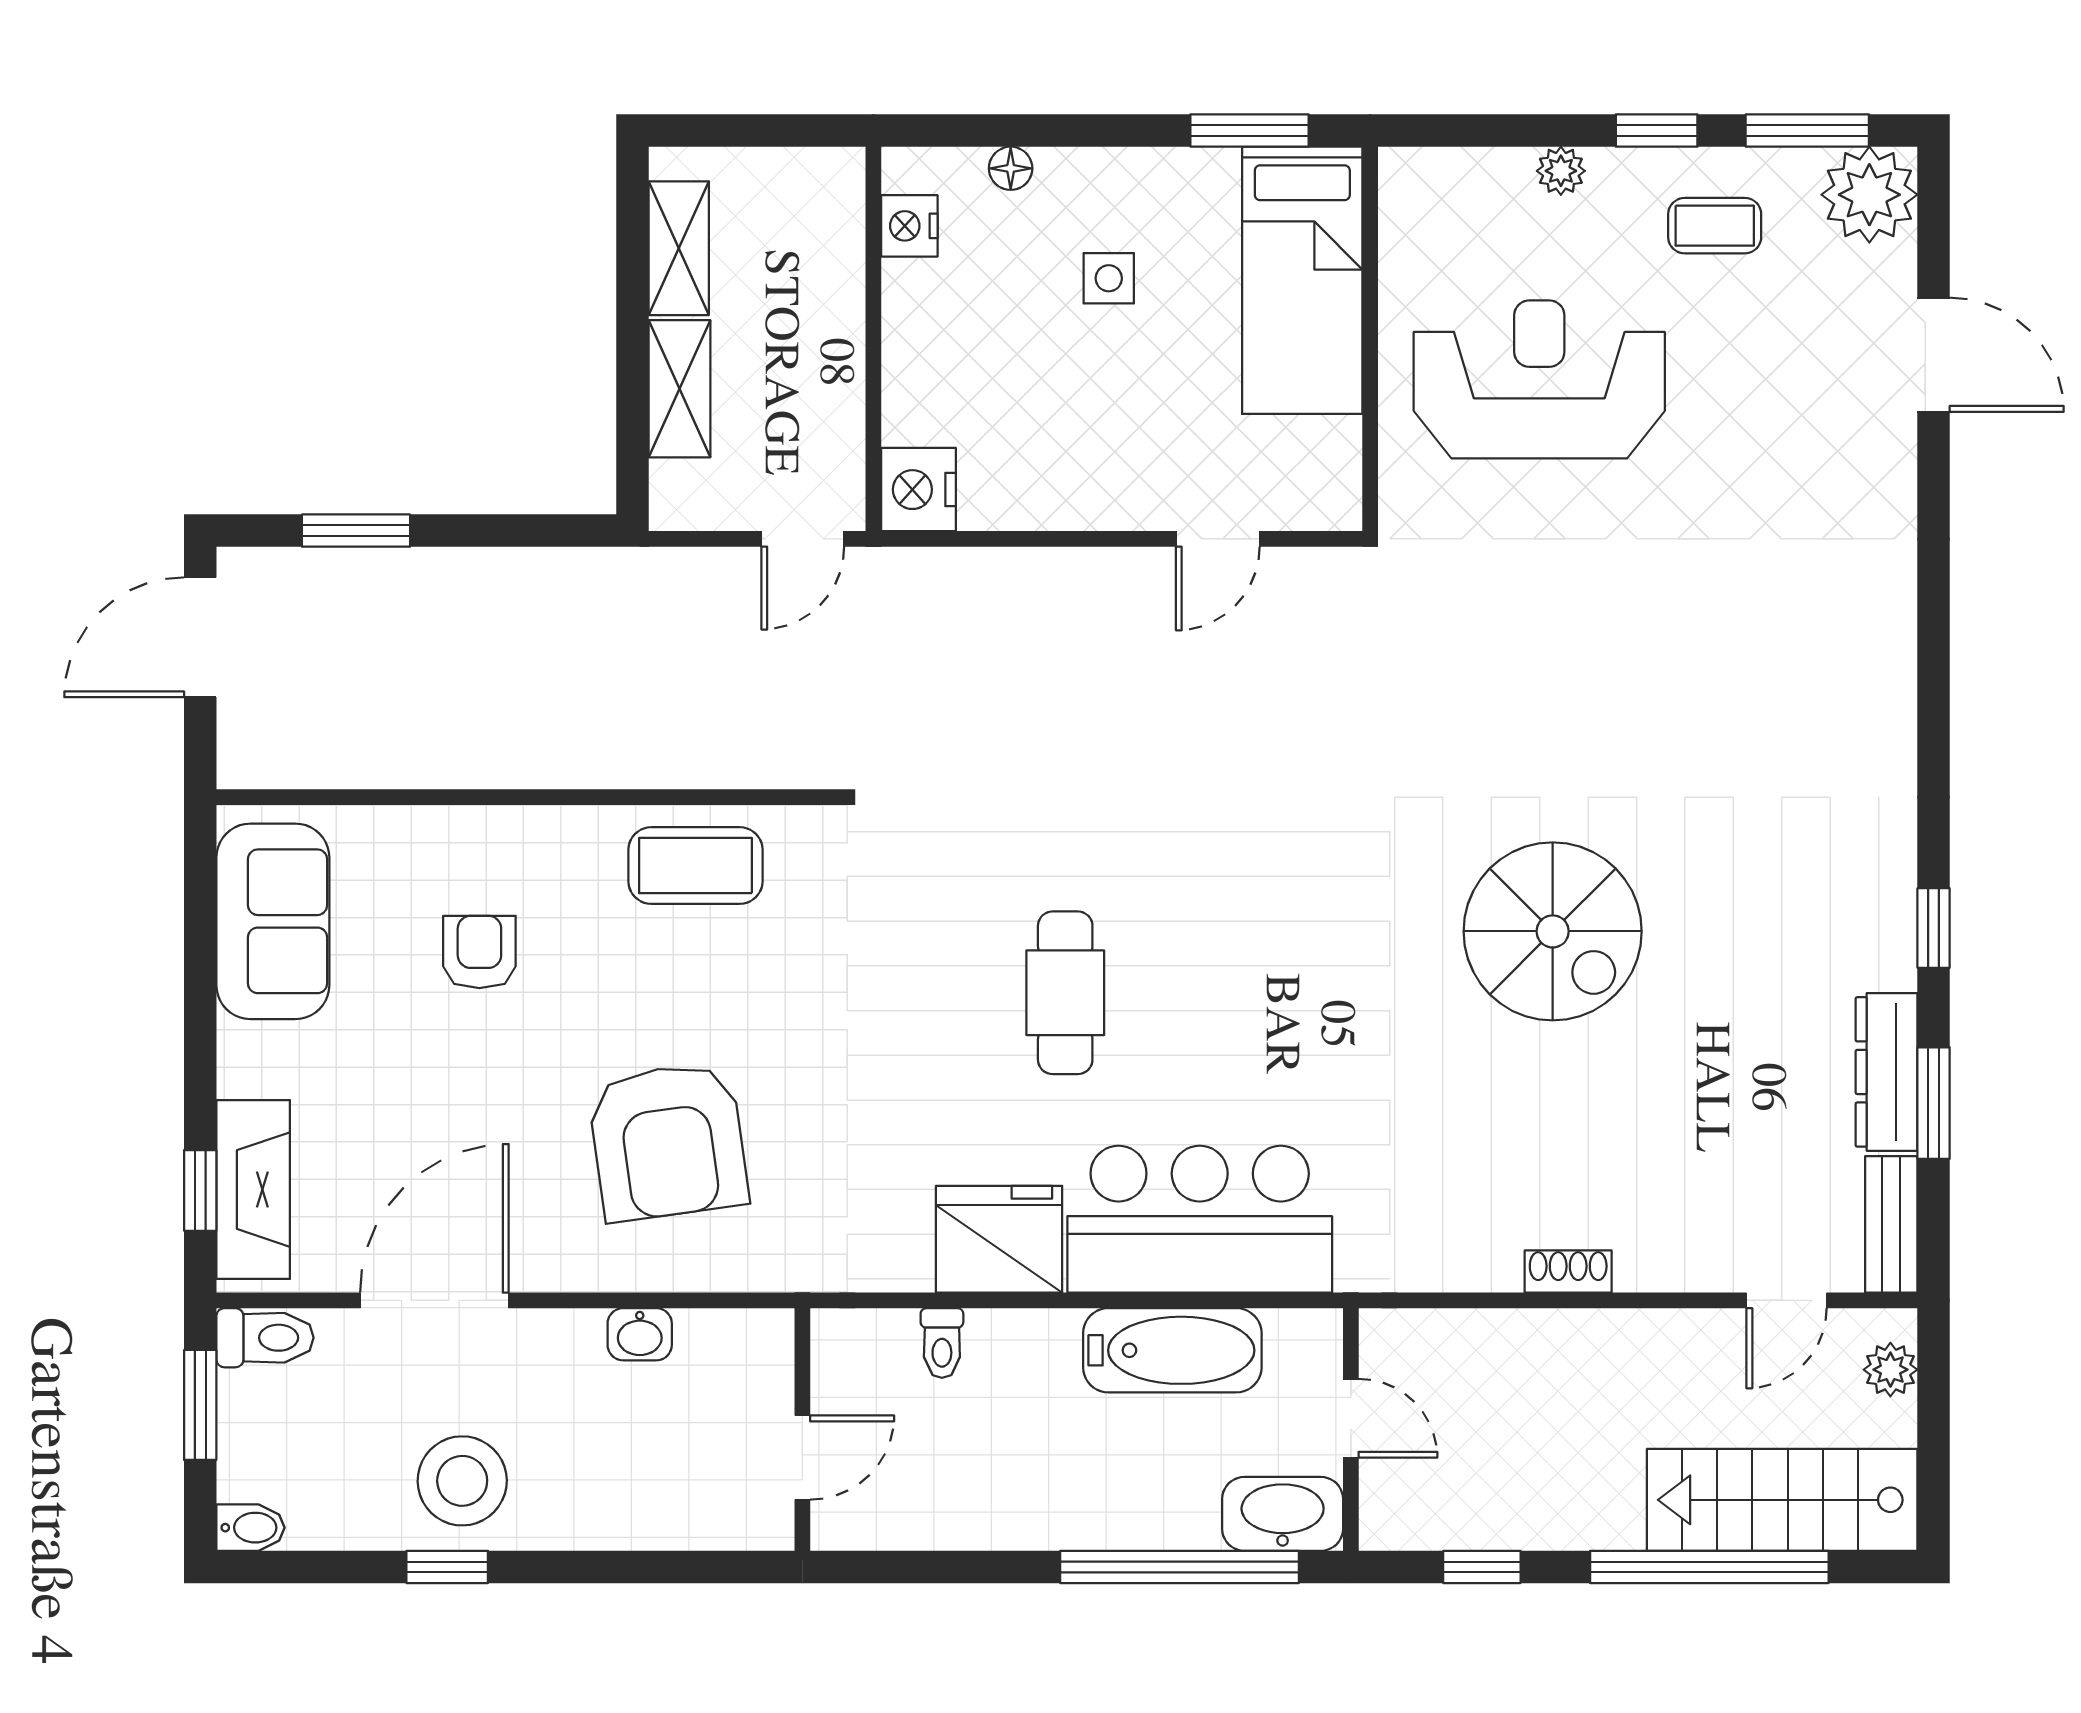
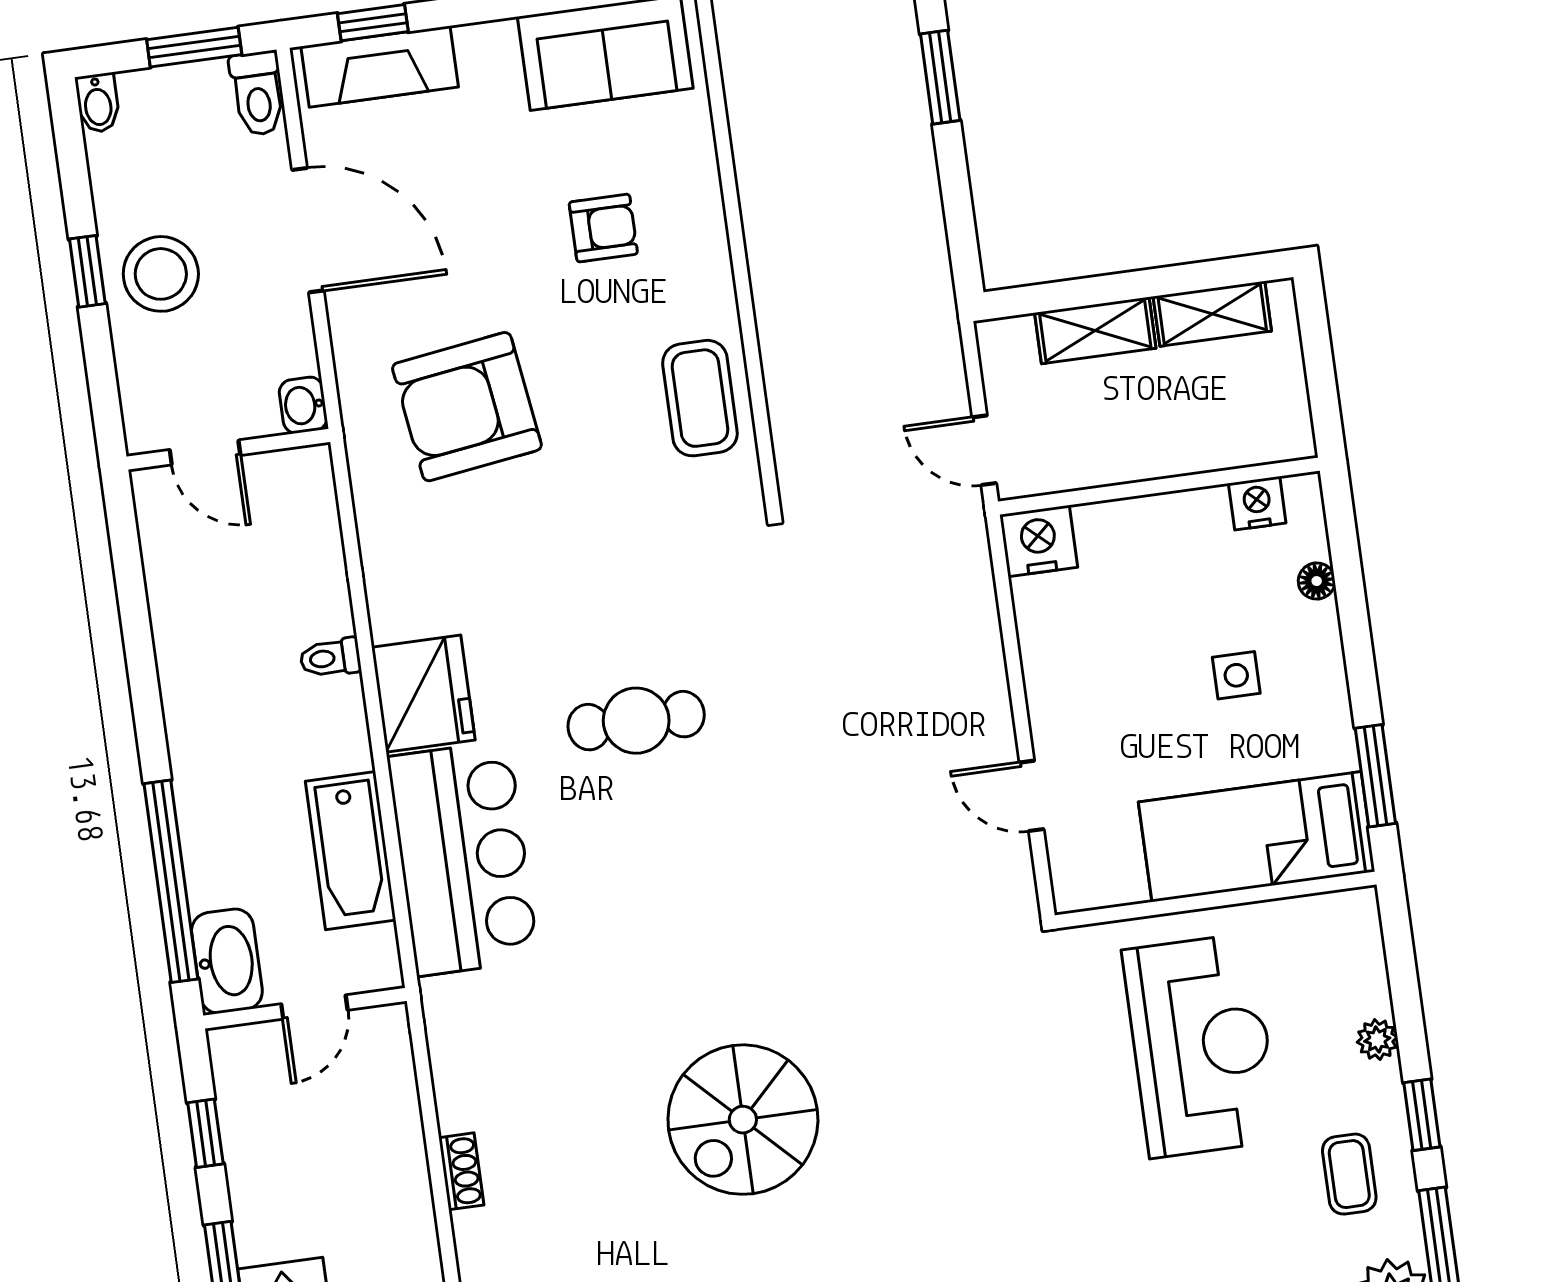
wall: (802, 1430) -> (228, 449), moved
door: (802, 1458) -> (205, 452), moved

